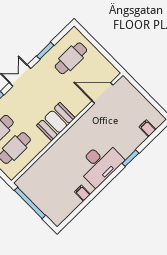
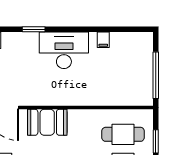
booth: (56, 122) -> (47, 122), moved

